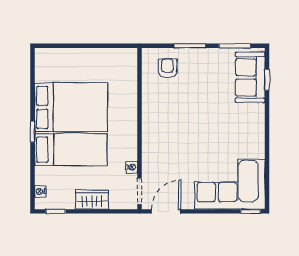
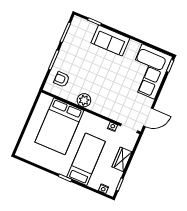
sofa: (250, 77) -> (110, 41), moved
bed: (71, 107) -> (59, 126), moved, turned 180
plant: (152, 112) -> (84, 100), added
door: (166, 211) -> (148, 117), swing flipped

